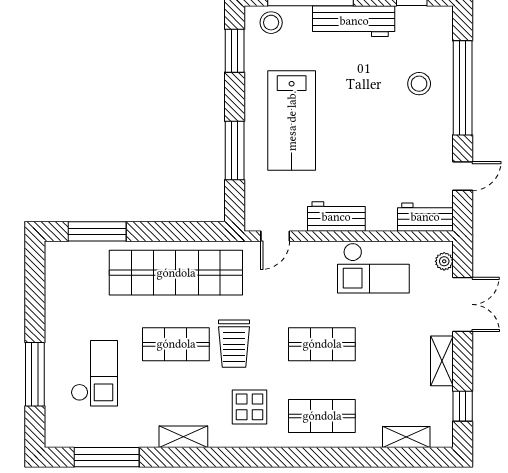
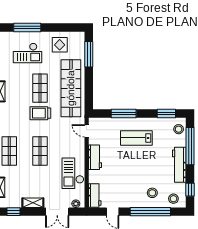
stool: (433, 34) -> (173, 199), added
lab bench: (292, 121) -> (136, 138), width x0.73, depth x0.72
display table: (250, 407) -> (60, 45), moved

